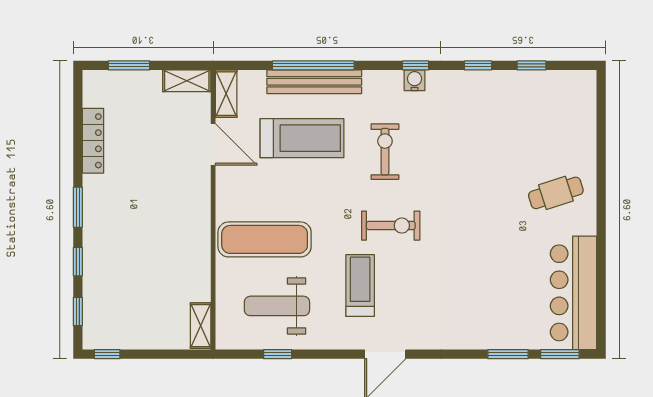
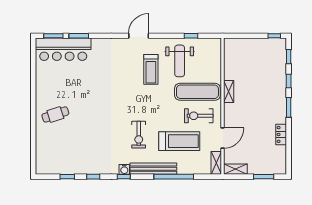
bench: (314, 82) -> (153, 169), moved
treadmill: (302, 138) -> (179, 141), turned 180
locker: (93, 141) -> (281, 134), width x0.66
door: (213, 144) -> (223, 138), swing flipped
exercise bike: (391, 226) -> (199, 116), moved
bar counter: (573, 293) -> (63, 49), moved, turned 90
weight bench: (277, 306) -> (180, 61), moved, turned 90
shelving: (201, 326) -> (229, 92), moved

